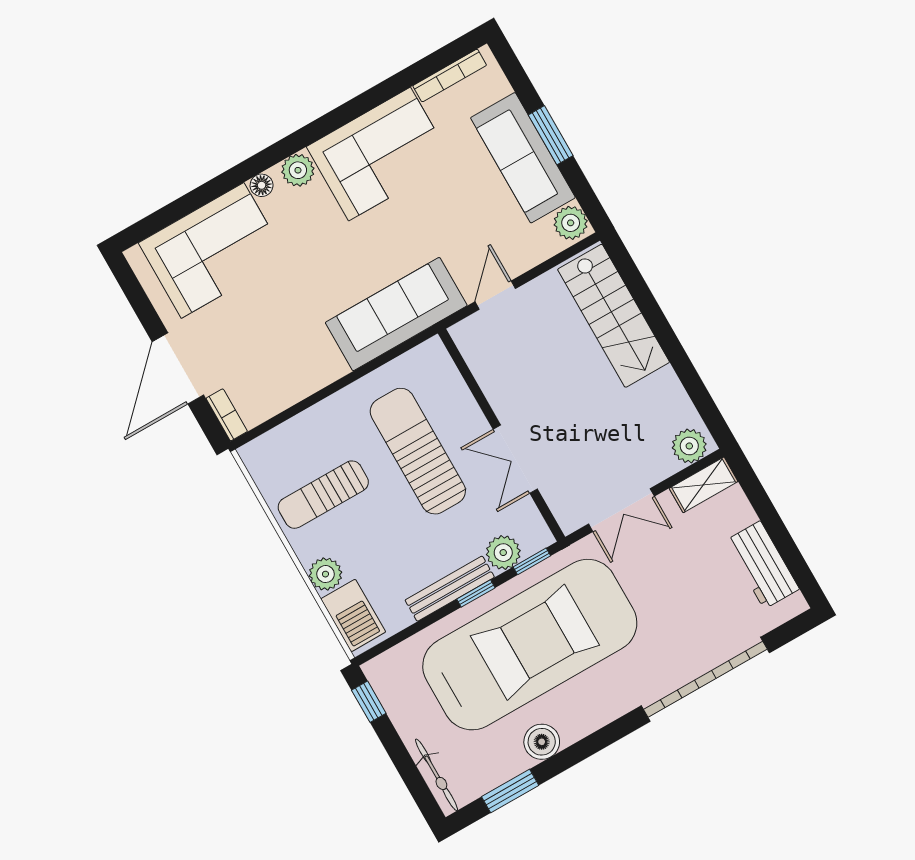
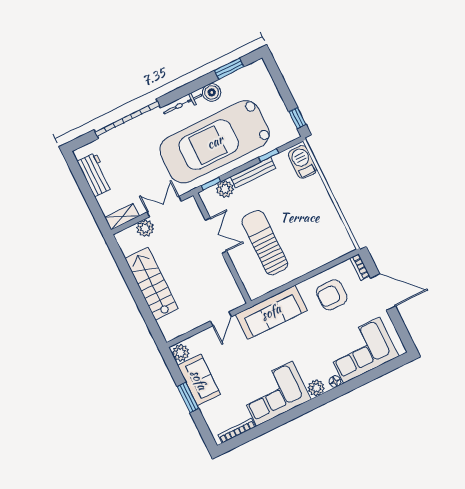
sofa: (523, 158) -> (199, 380), width x0.73
stairs: (614, 316) -> (152, 284), moved
armchair: (279, 356) -> (332, 295), added
door: (178, 368) -> (383, 292), hinge flipped
plant: (689, 446) -> (145, 228), moved
sun lounger: (418, 451) -> (265, 243), turned 180
sun lounger: (323, 495) -> (314, 224), removed
plant: (325, 574) -> (315, 184), removed
window: (476, 593) -> (268, 155), moved
bicycle: (437, 775) -> (183, 104), moved, turned -90

